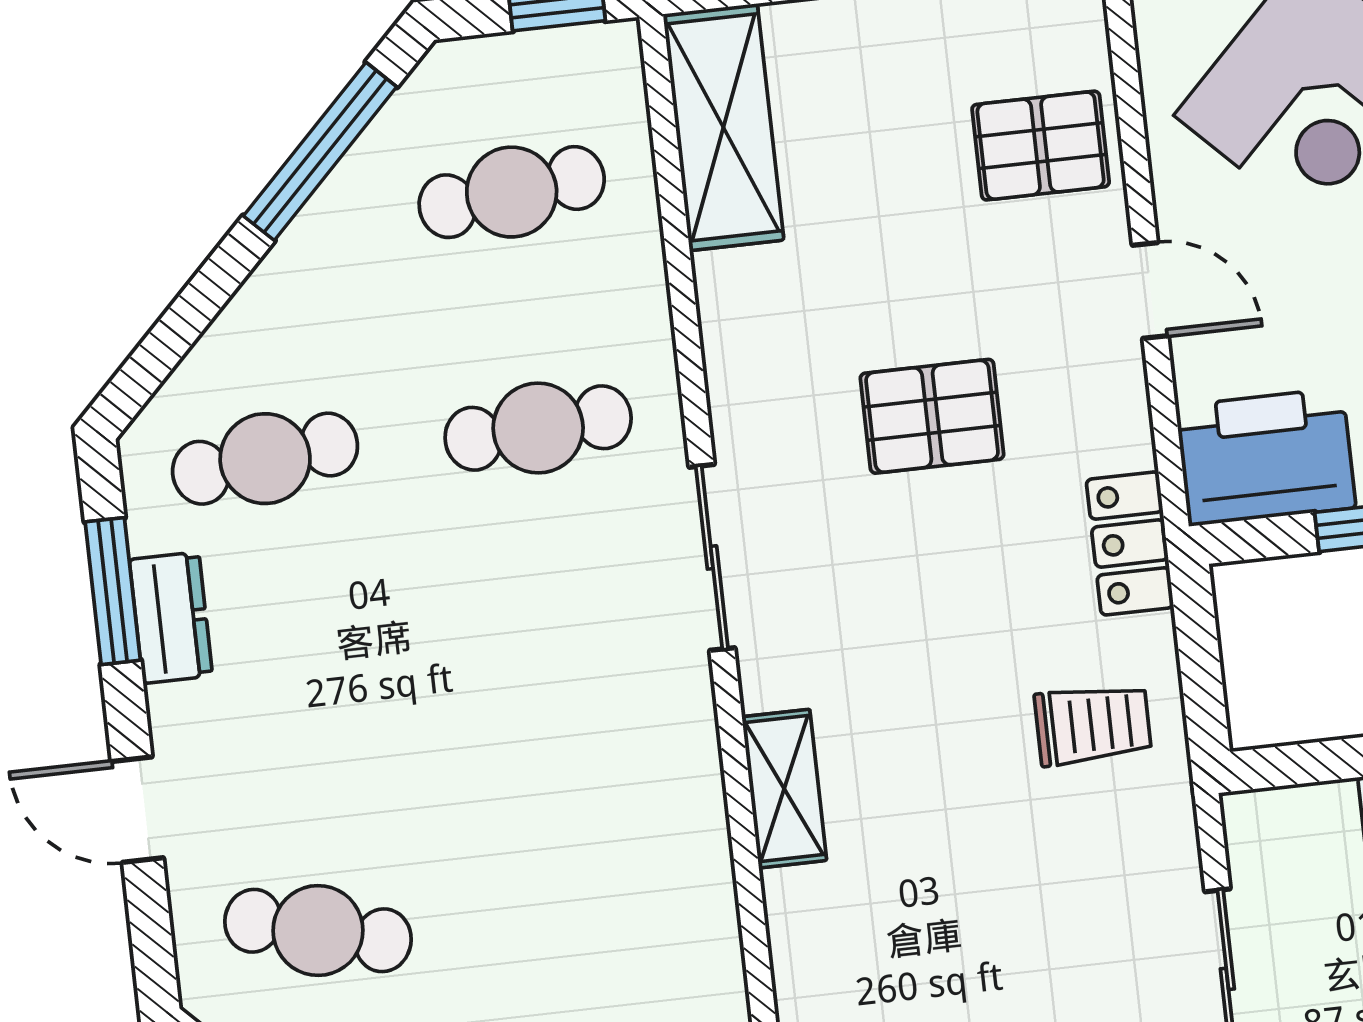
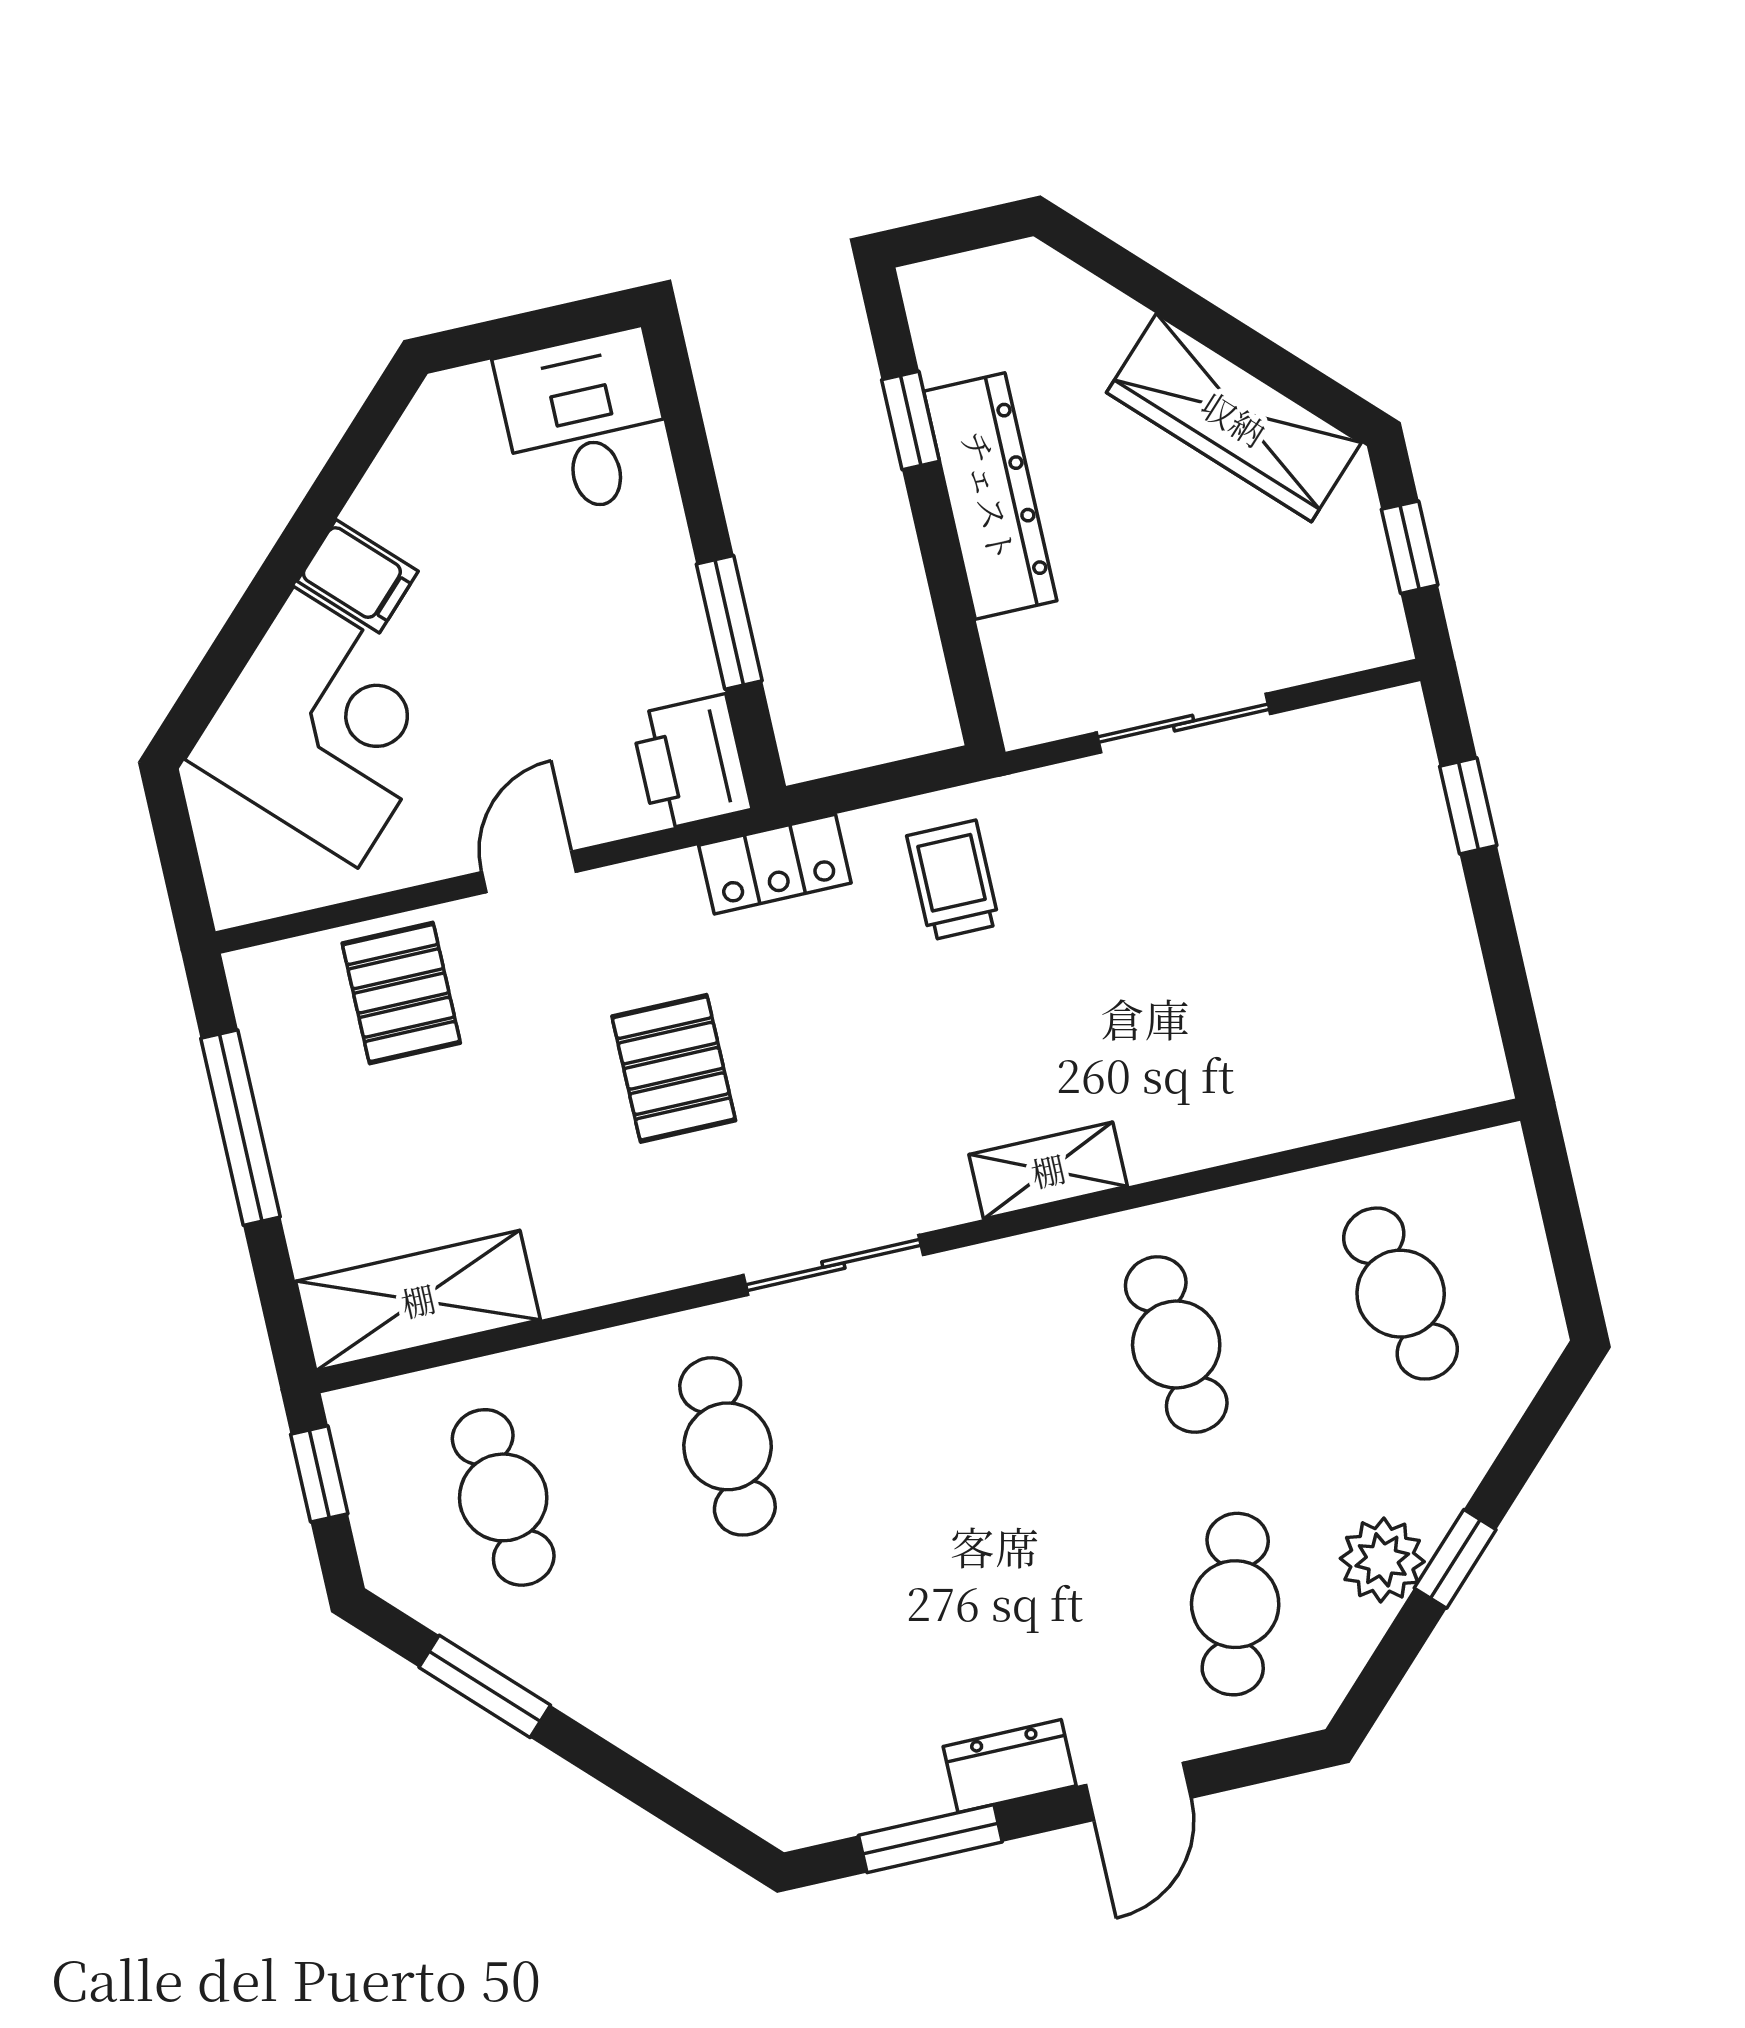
window: (320, 151) -> (485, 1686), width x0.69
printer: (1266, 457) -> (691, 762), width x0.73, depth x0.84
cafe table: (265, 459) -> (1176, 1345), moved
dresser: (171, 618) -> (1010, 1766), moved

